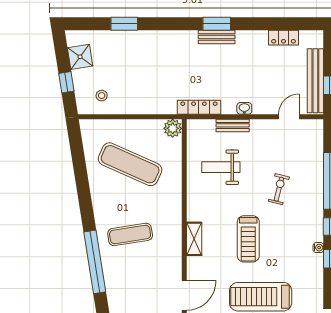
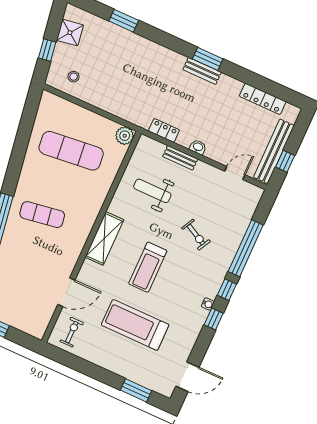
locker: (284, 38) -> (263, 99), width x1.53
locker: (199, 107) -> (164, 130), width x0.66
exercise mat: (130, 164) -> (71, 151), turned -30
exercise bike: (279, 189) -> (196, 235), turned 104
shelving: (194, 239) -> (104, 238), width x1.50, depth x1.33

